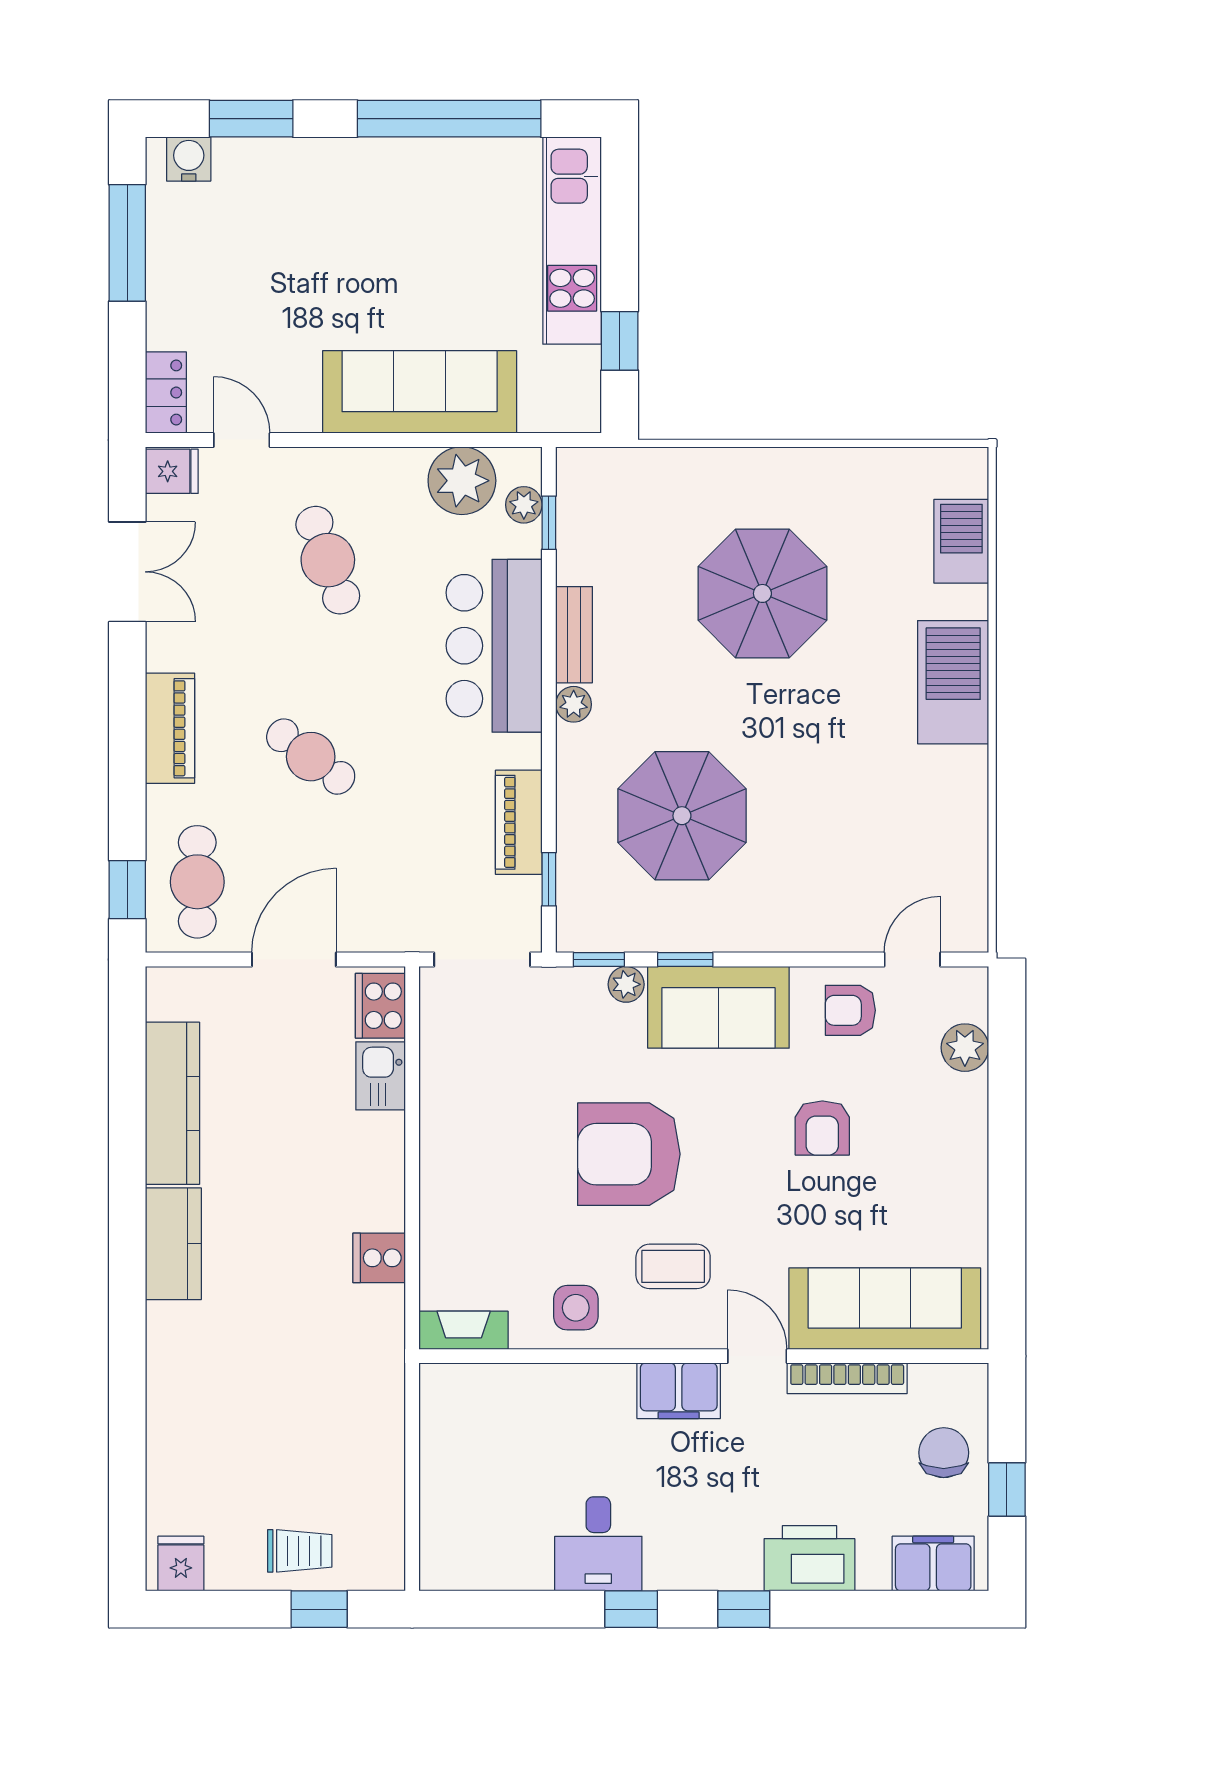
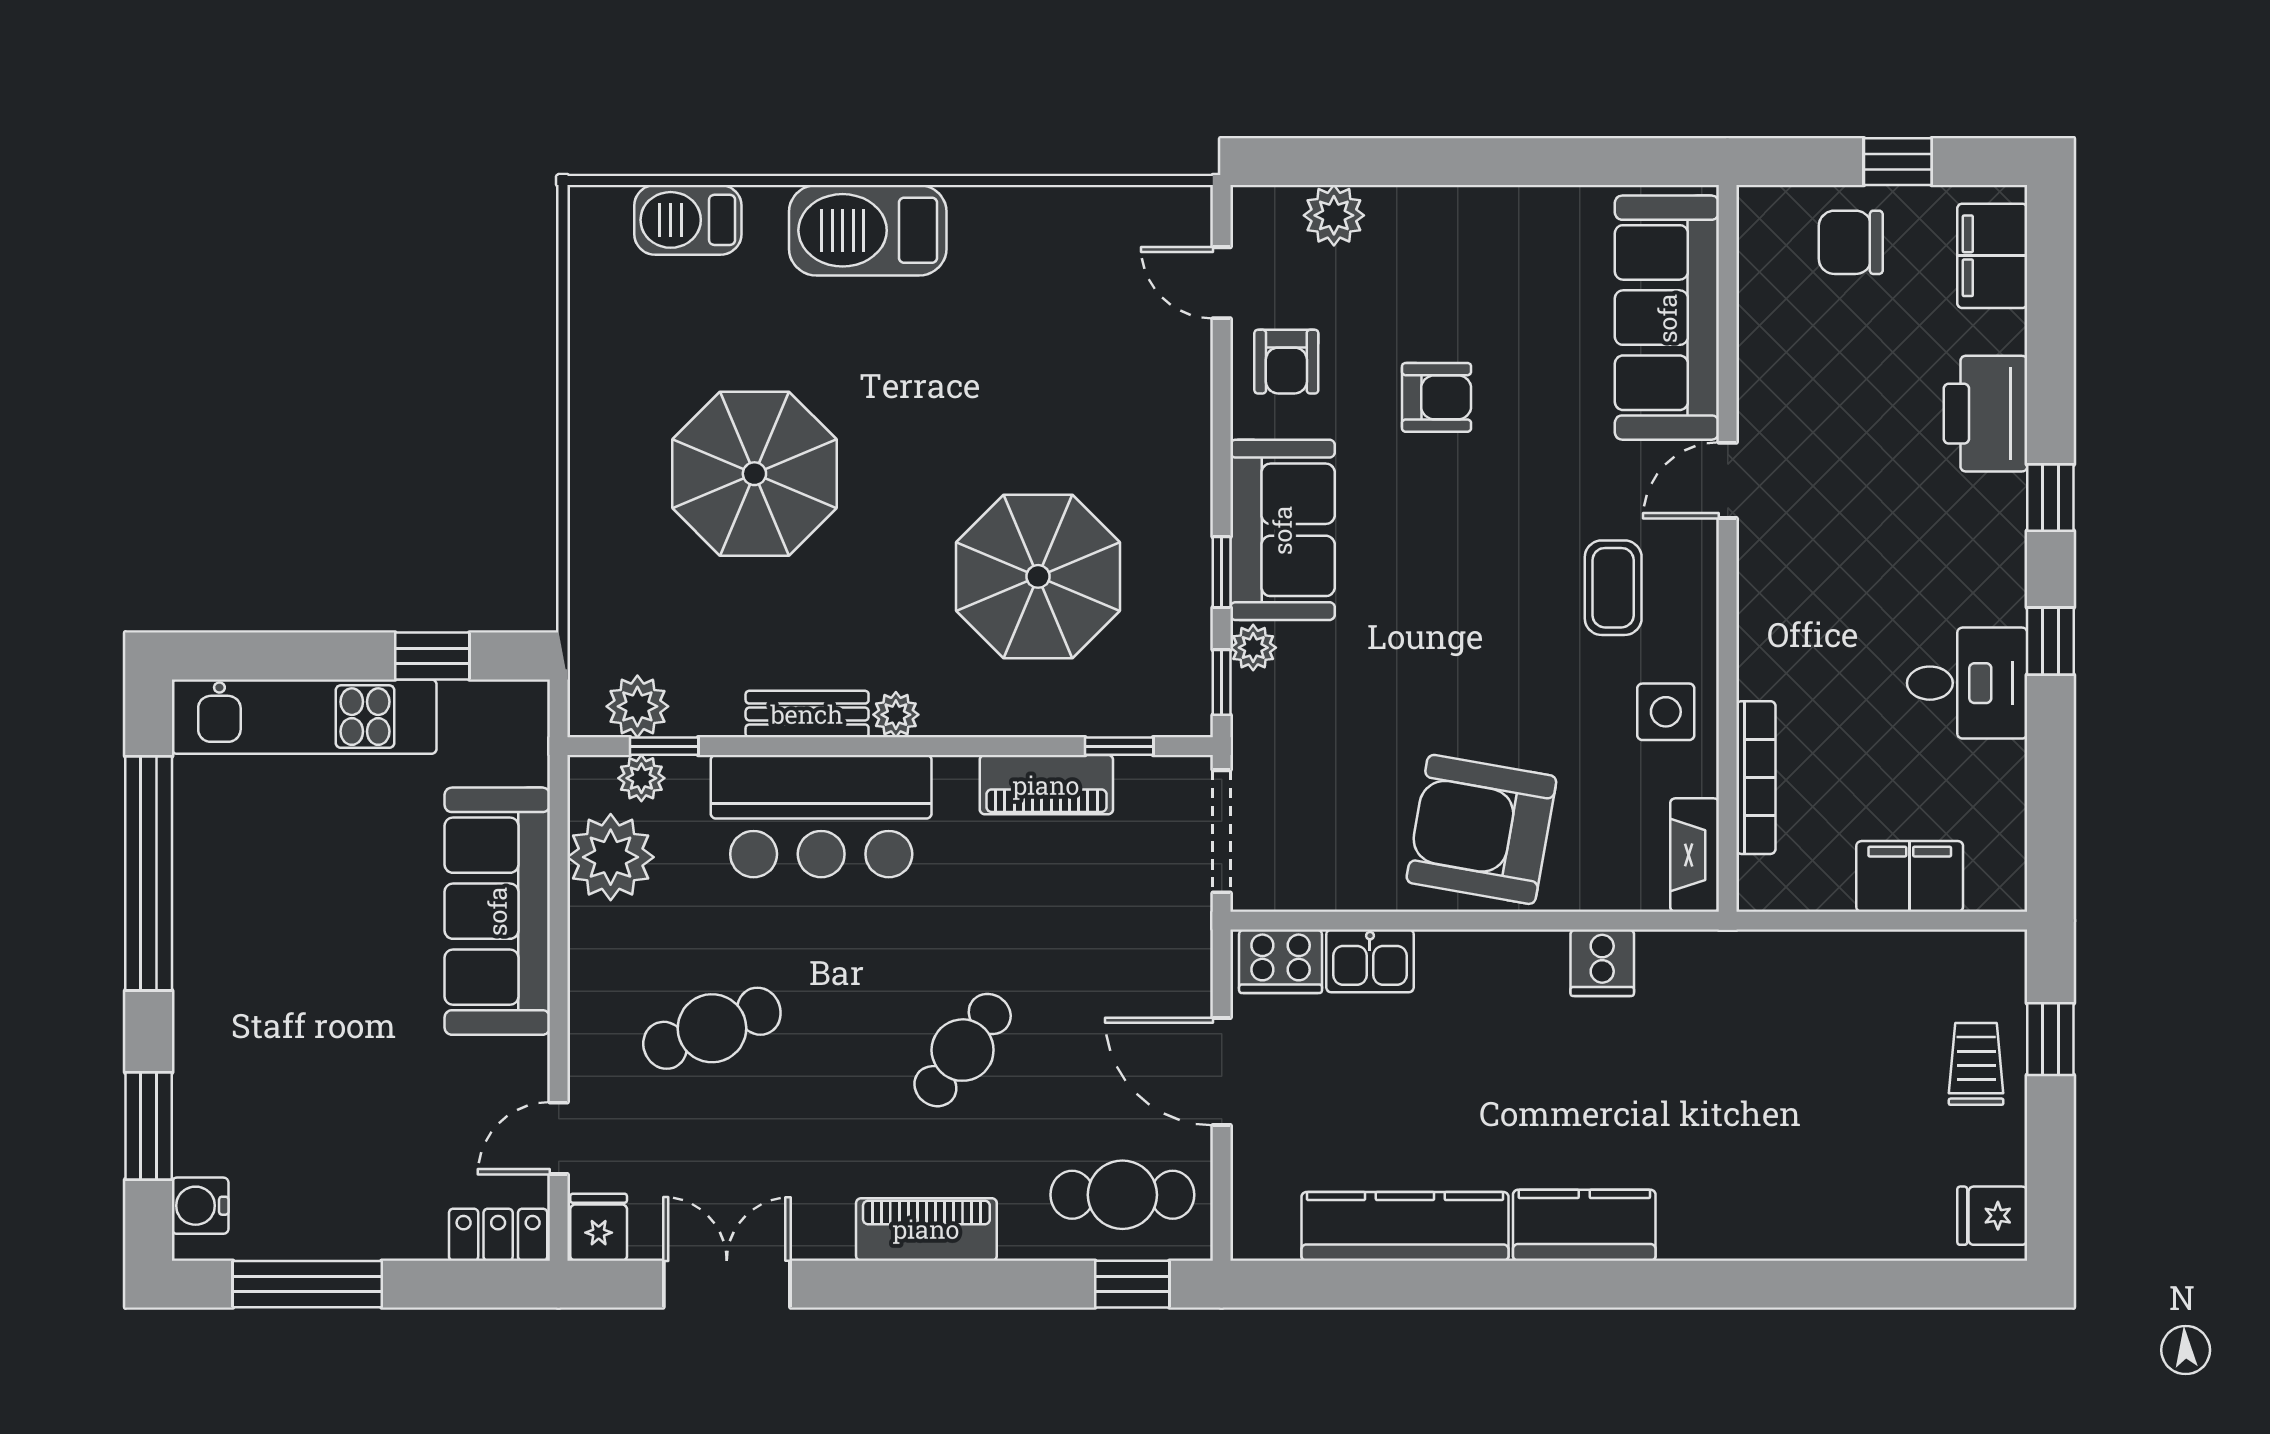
plant: (580, 502) -> (637, 706), added
armchair: (629, 1154) -> (1481, 829), moved, turned 100
bookcase: (847, 1378) -> (1756, 778), moved
filing cabinet: (679, 1391) -> (1910, 876), moved, turned -90

